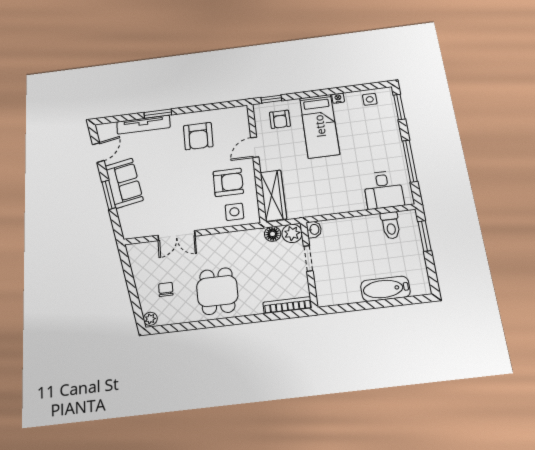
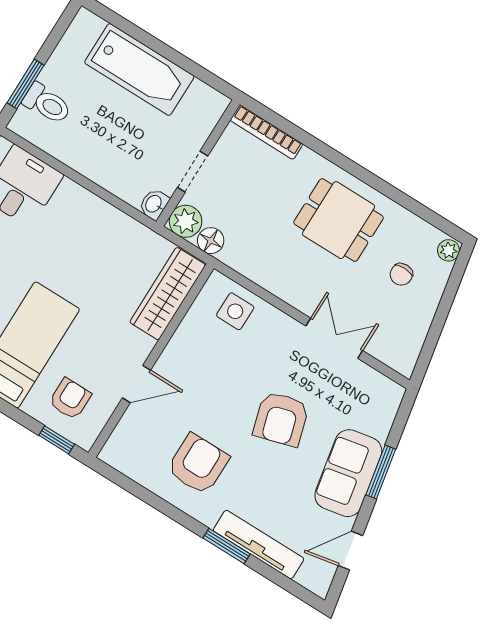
armchair: (228, 182) -> (281, 419), moved, turned -106
toilet: (391, 225) -> (47, 104), moved, turned 90
bathtub: (385, 289) -> (139, 69), width x1.36, depth x1.36
dining table: (217, 291) -> (339, 220), turned 90

